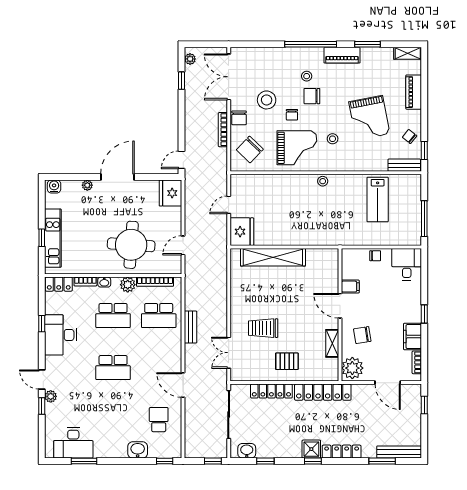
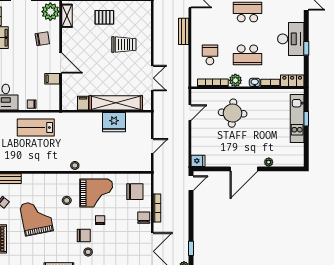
stool: (267, 100) -> (121, 232), removed
grand piano: (297, 148) -> (96, 193), turned 180
chair: (250, 149) -> (135, 192), turned 46
water cooler: (54, 186) -> (296, 161), removed
fridge: (170, 193) -> (198, 161), width x0.53, depth x0.75
lab bench: (378, 199) -> (36, 128), moved, turned -90
fridge: (242, 232) -> (114, 122), moved, turned -90
round table: (131, 245) -> (233, 113), width x0.73, depth x0.73
filing cabinet: (313, 257) -> (83, 103), added
school desk: (113, 316) -> (247, 55), turned 180
school desk: (159, 316) -> (210, 55), width x0.54
bench: (191, 327) -> (184, 31), moved
shelving: (332, 343) -> (67, 16), moved
double door: (229, 353) -> (152, 78), moved

